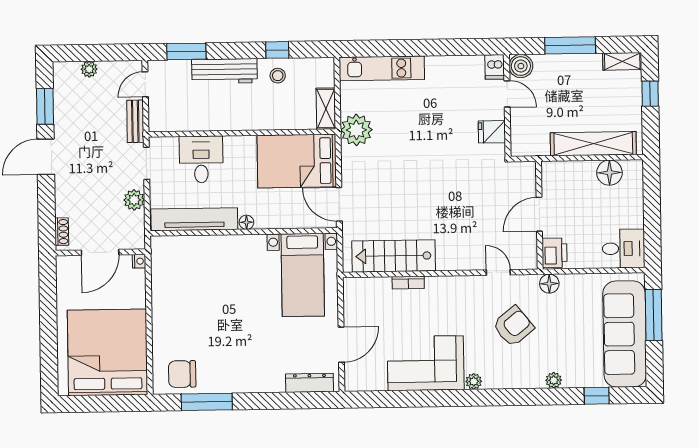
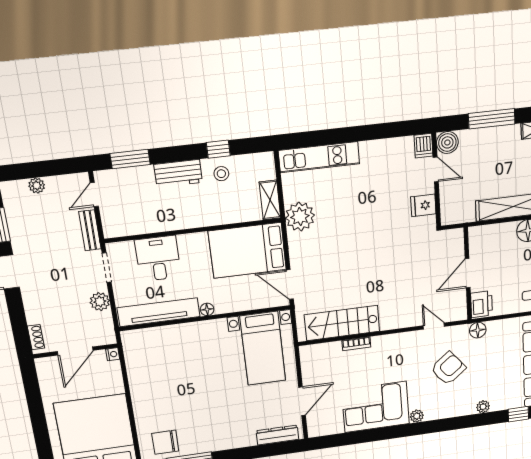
workbench: (224, 71) -> (178, 173), width x0.73

